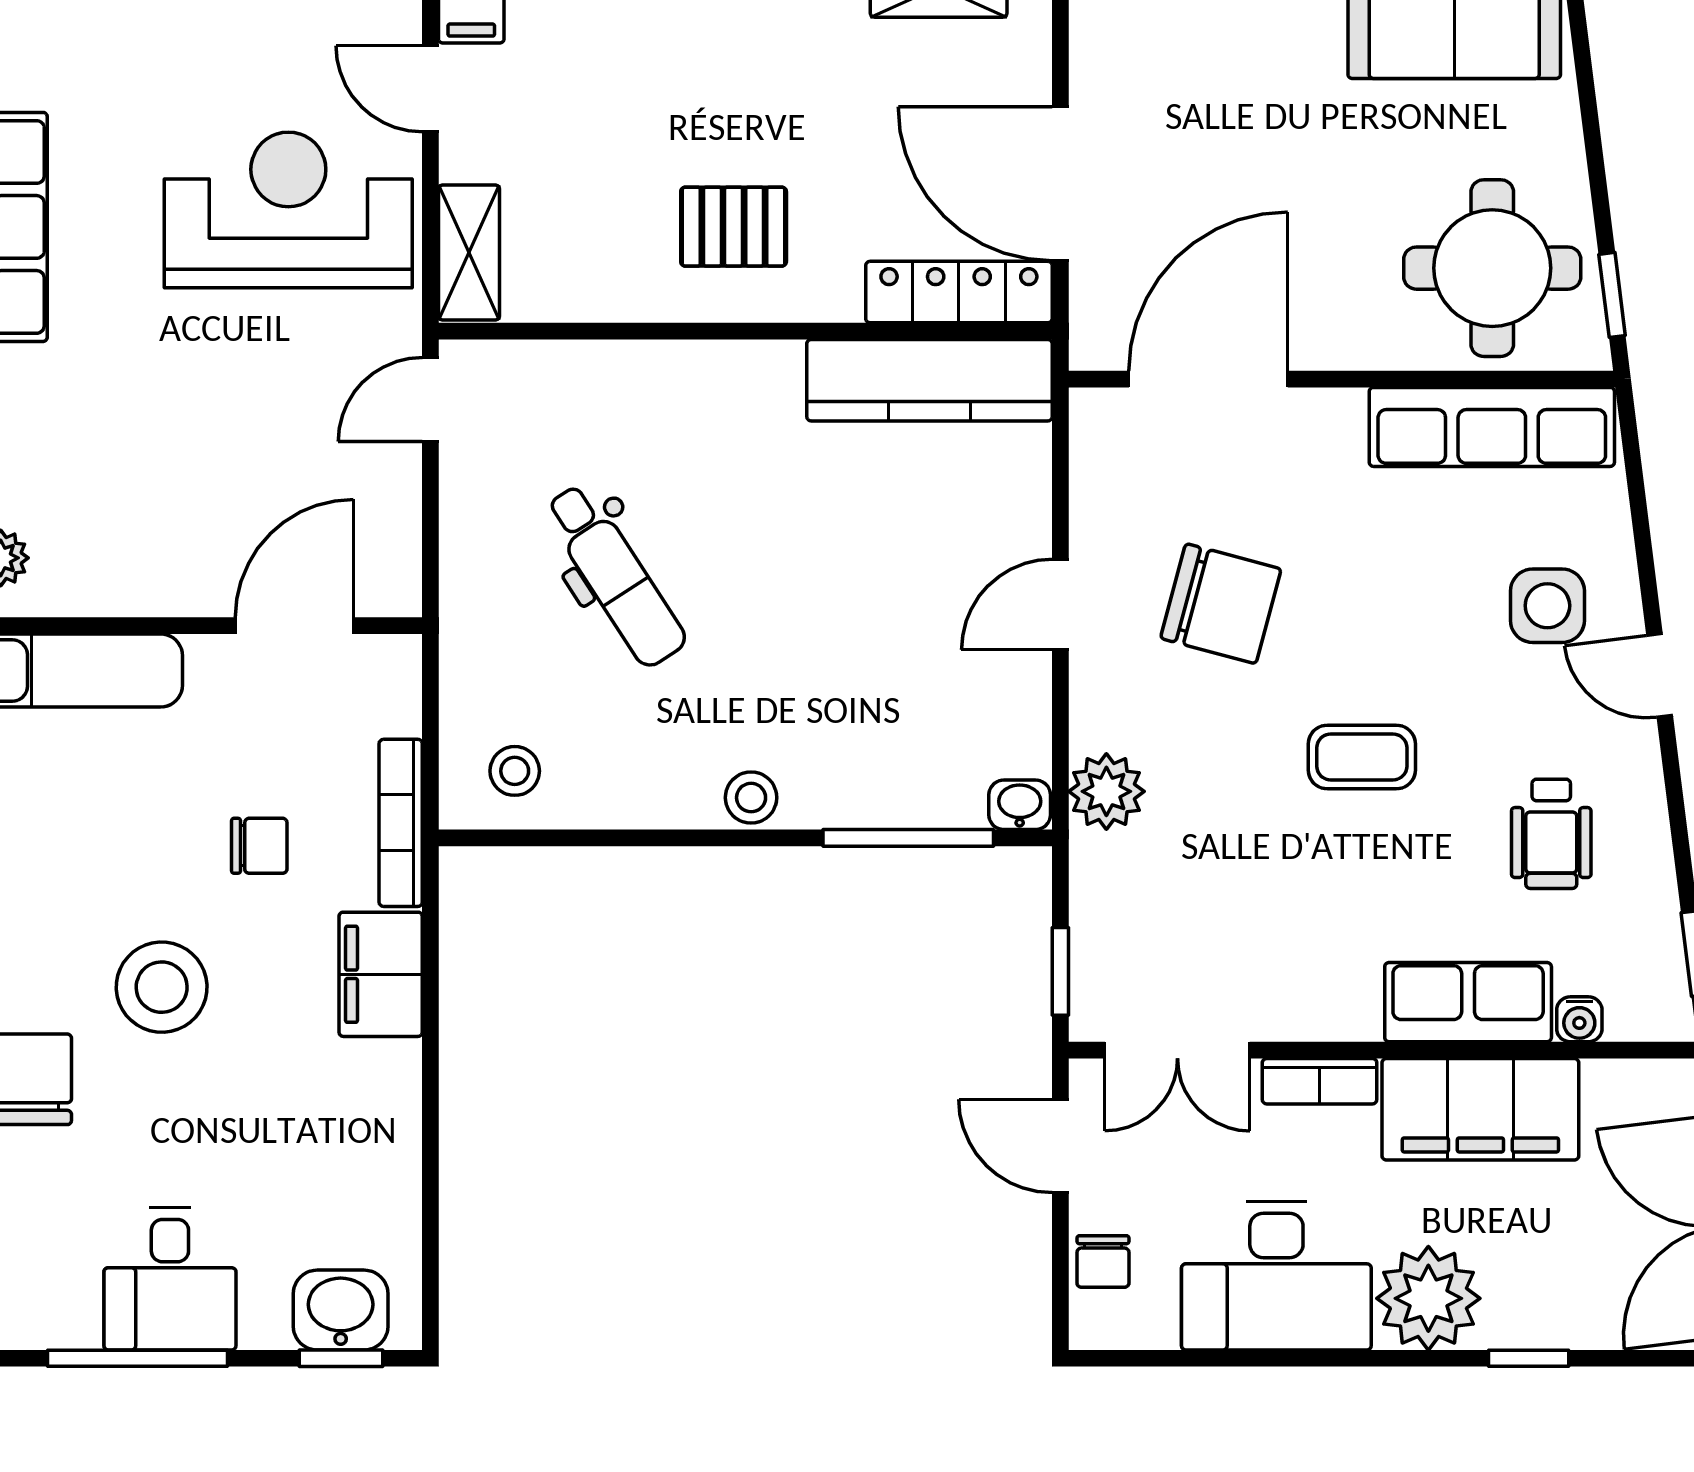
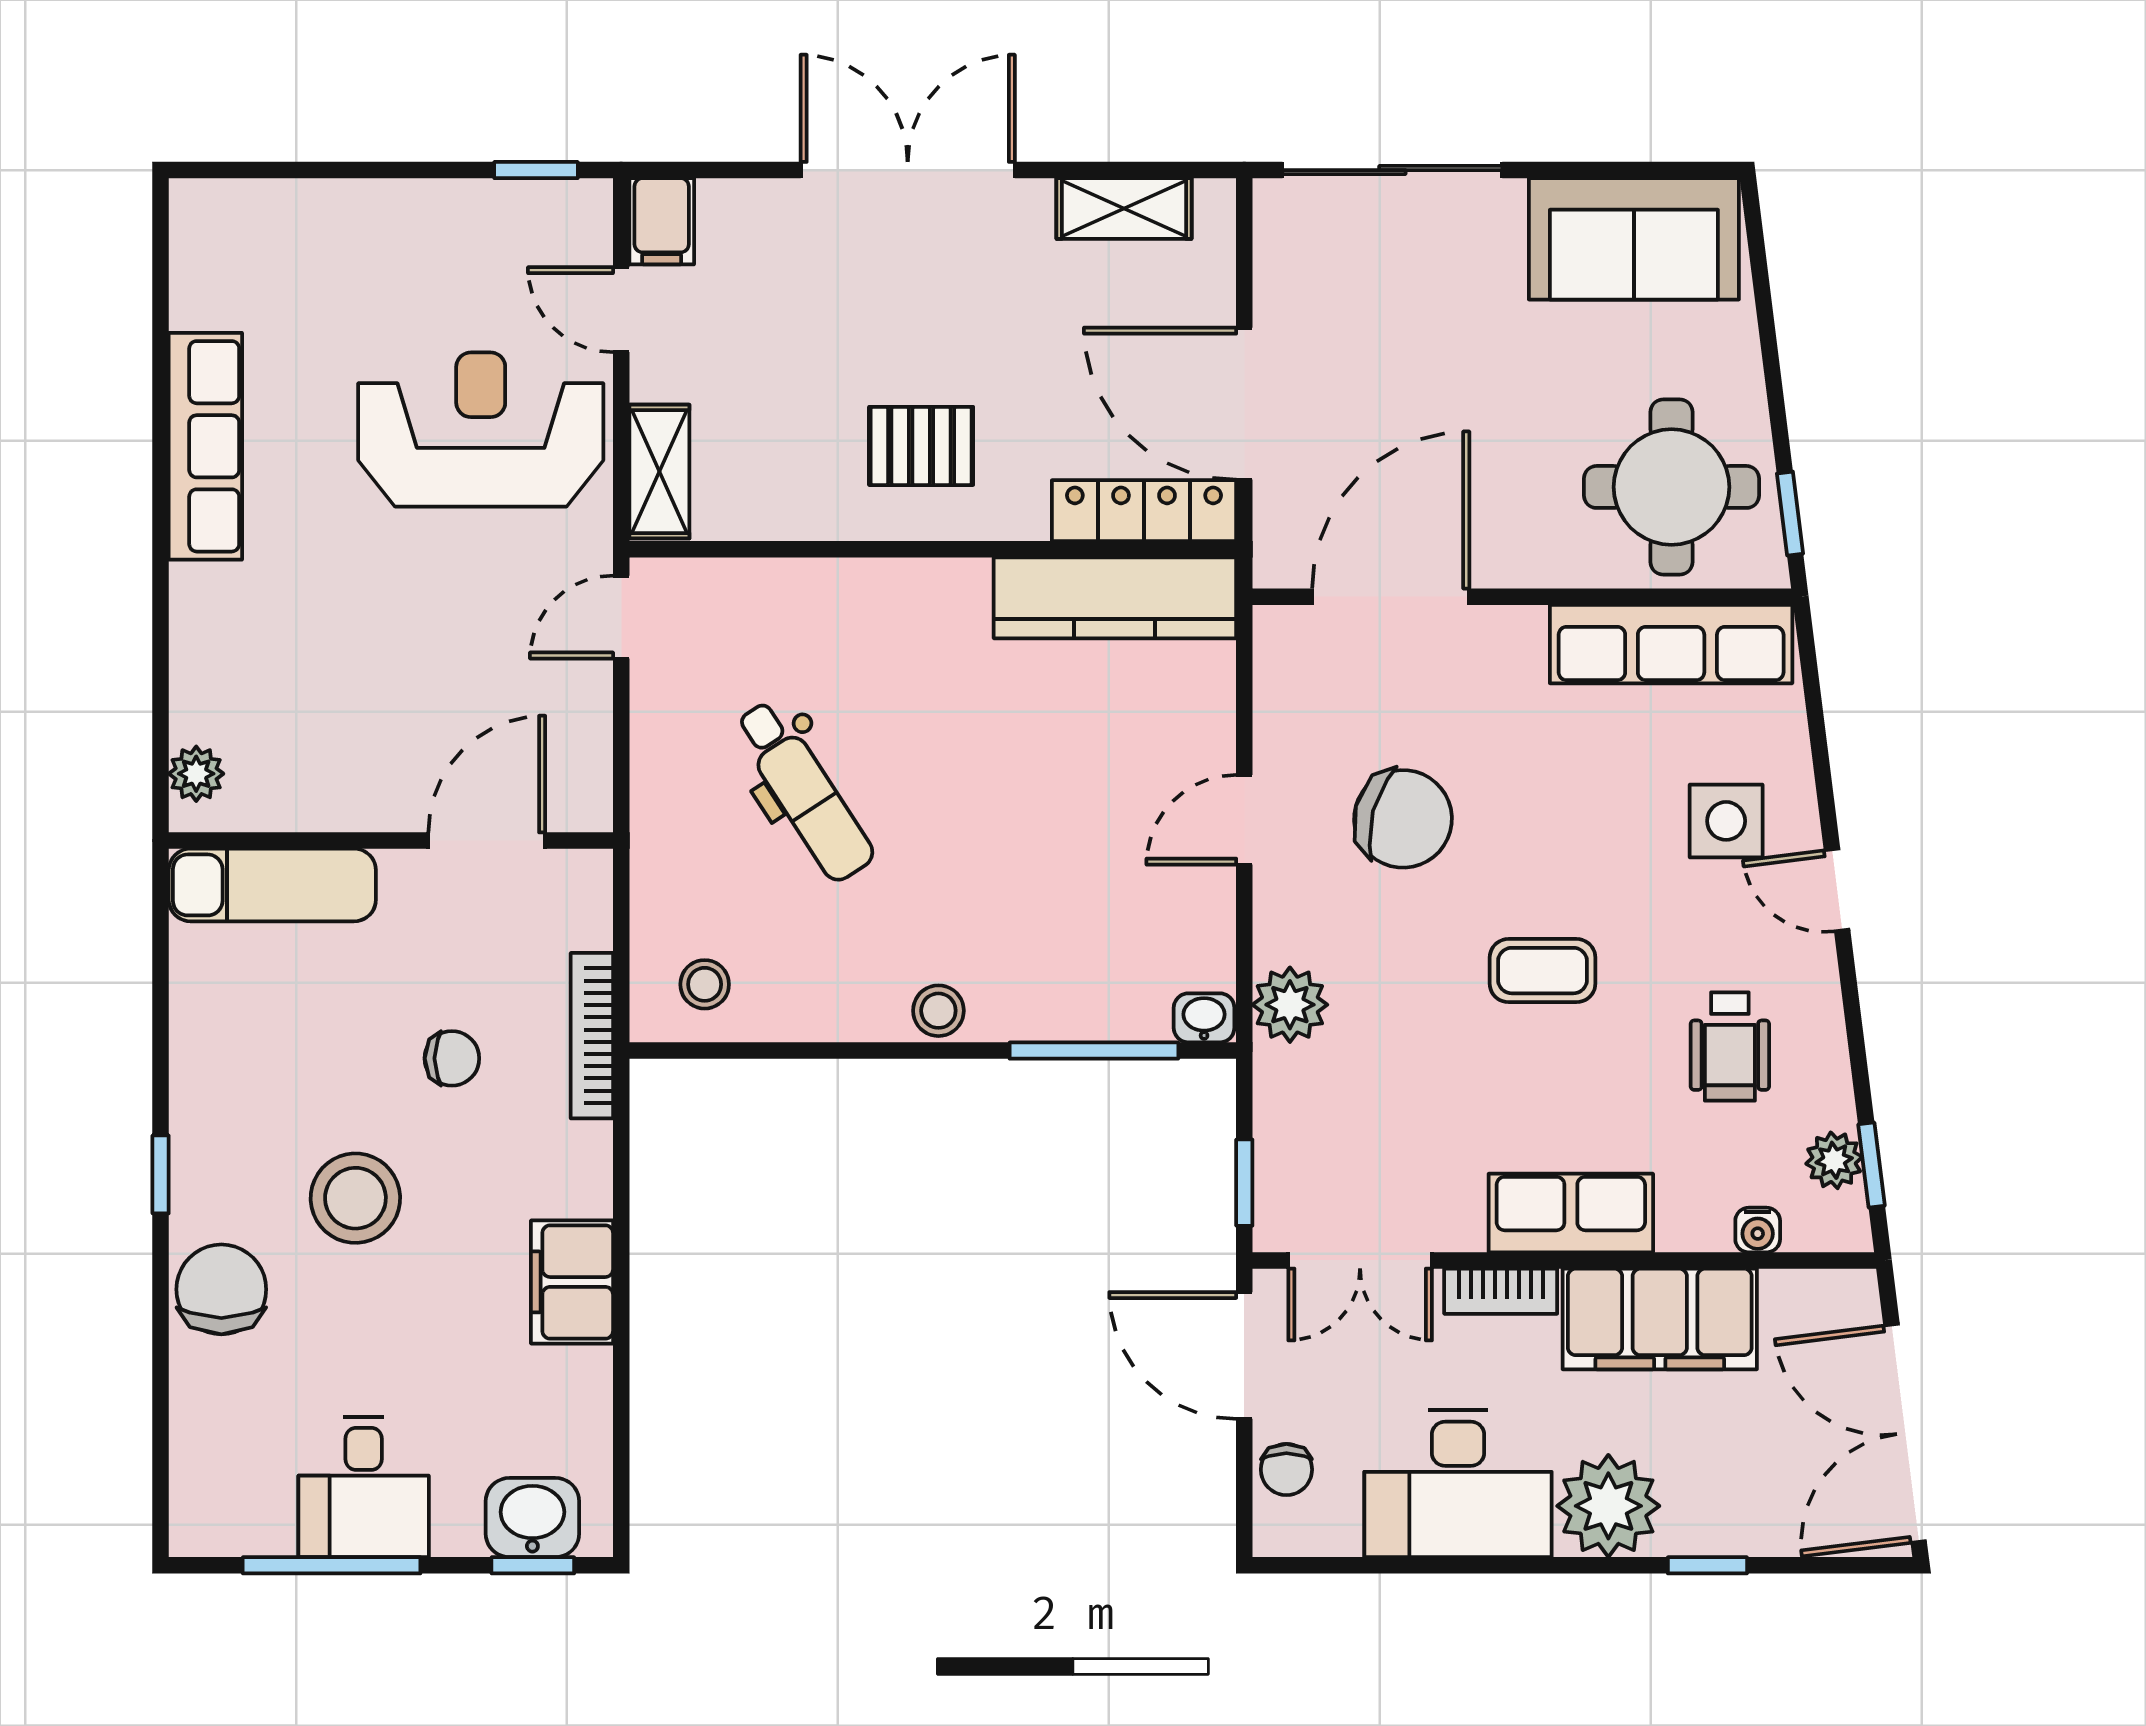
plant: (1657, 949) -> (1834, 1160), added
filing cabinet: (381, 974) -> (572, 1282), moved
row of seats: (1468, 1002) -> (1571, 1213), moved
door: (1060, 1146) -> (1244, 1355), width x1.38

